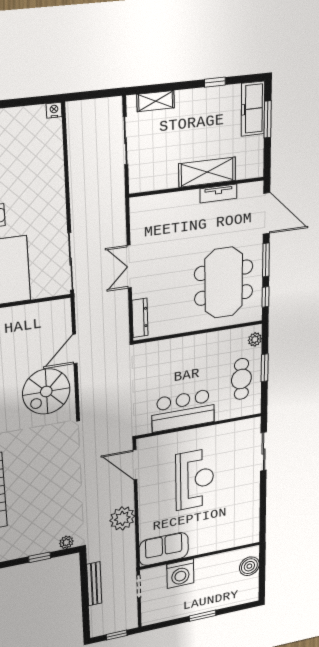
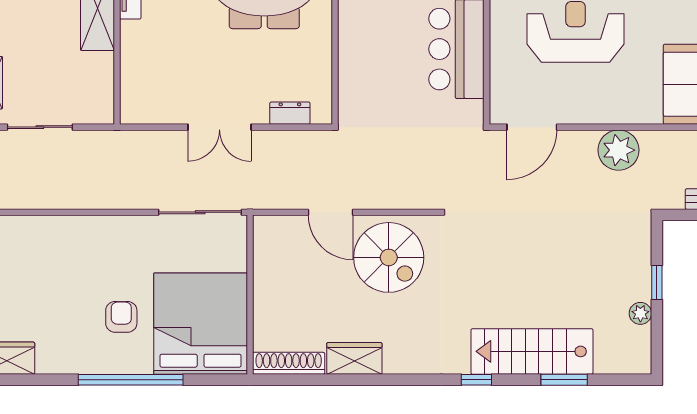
dresser: (140, 318) -> (290, 113), width x0.70
plant: (66, 542) -> (640, 313), moved

